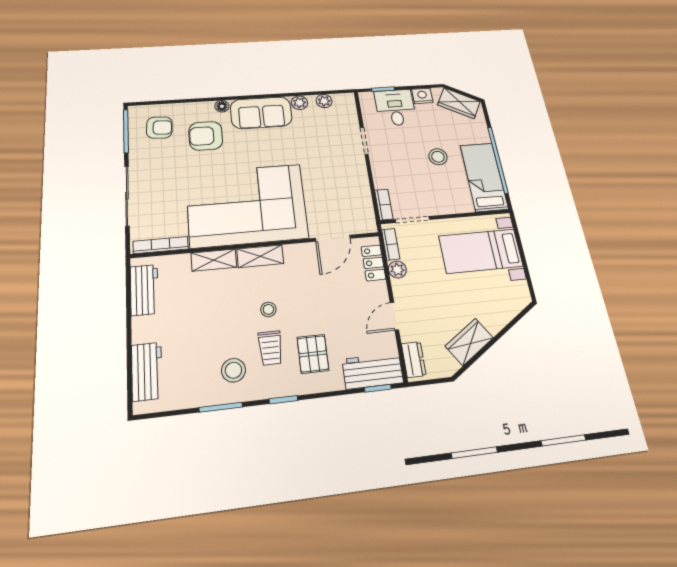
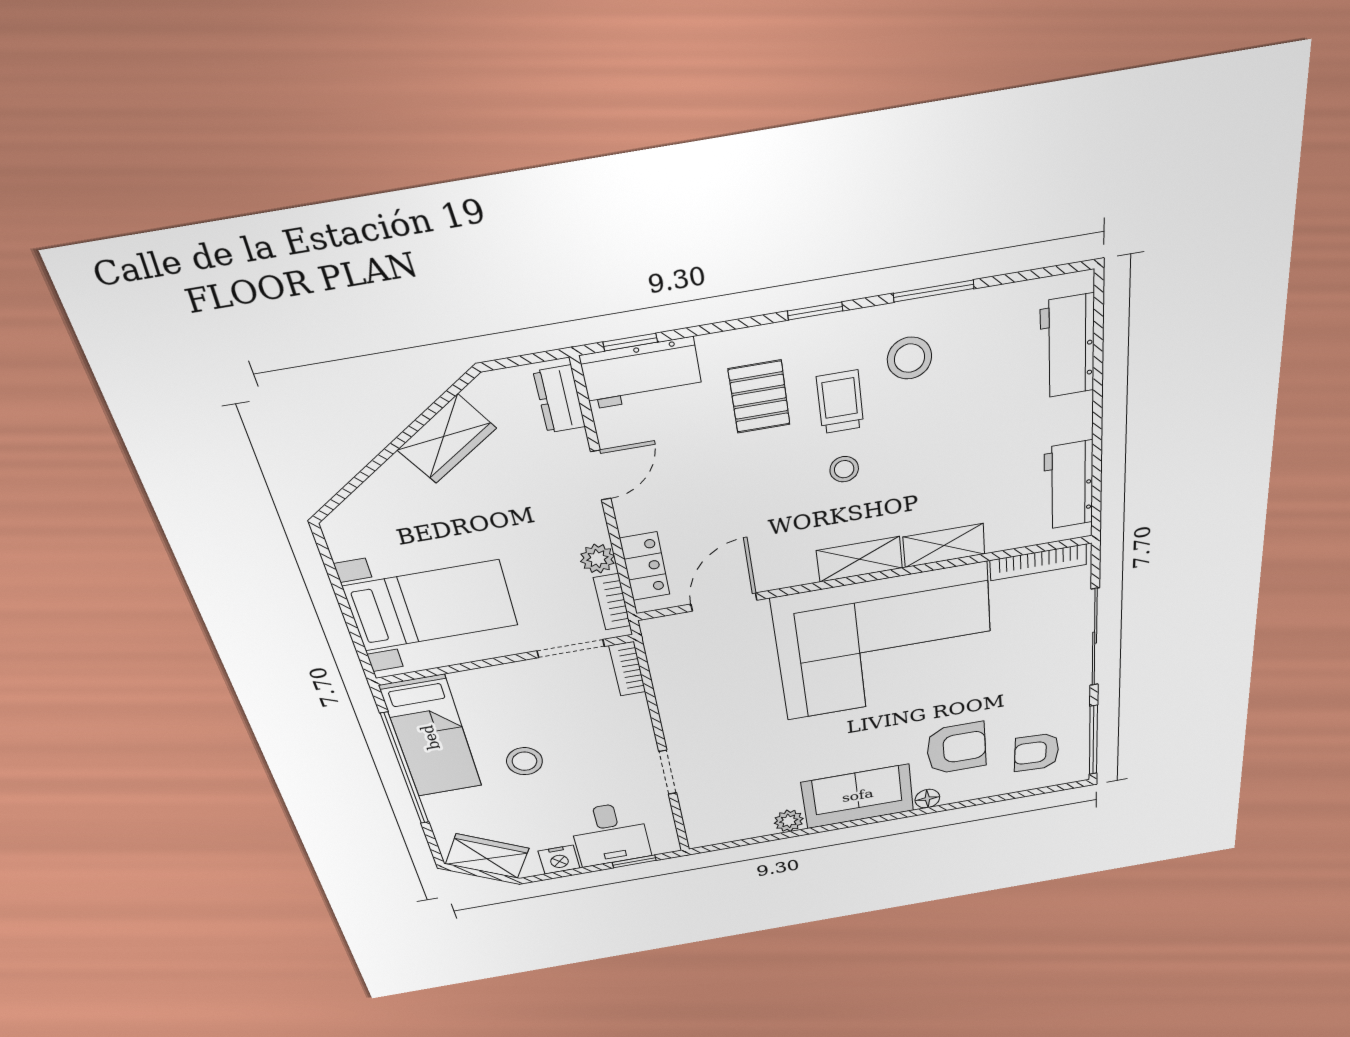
plant: (324, 101) -> (744, 829), removed

